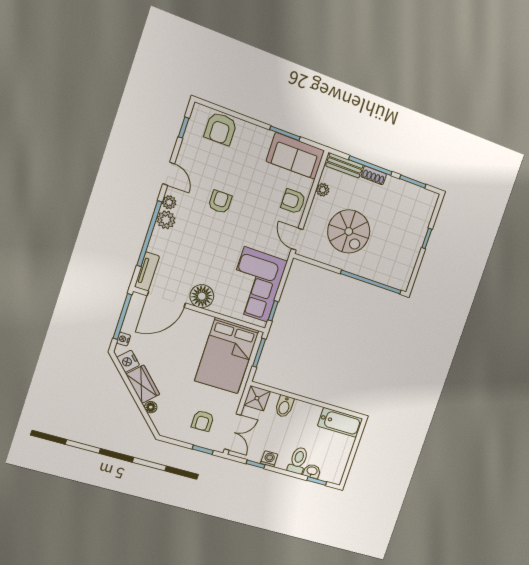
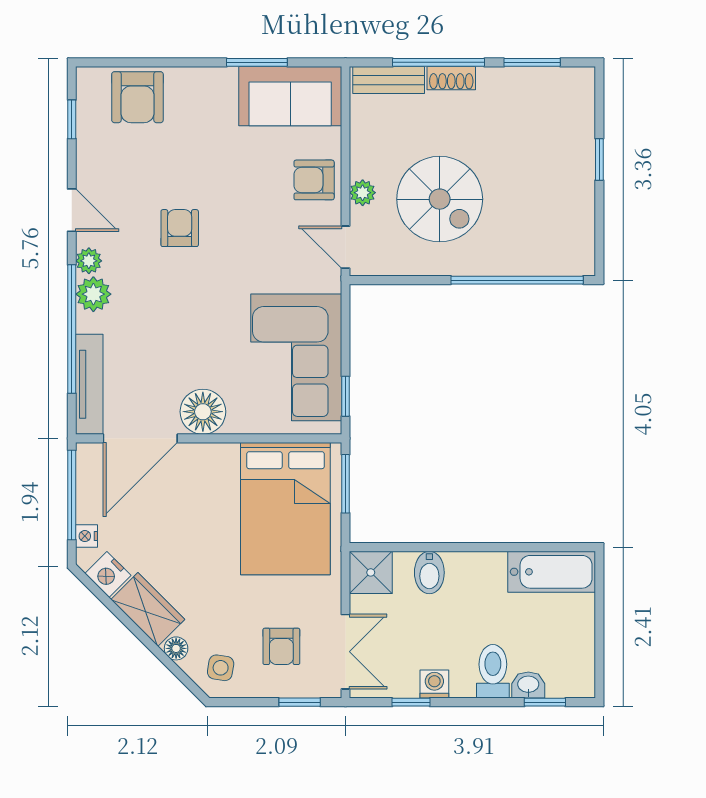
plant: (323, 190) -> (363, 193), moved
tv unit: (147, 271) -> (89, 384), width x1.41
side table: (170, 423) -> (221, 668), added

